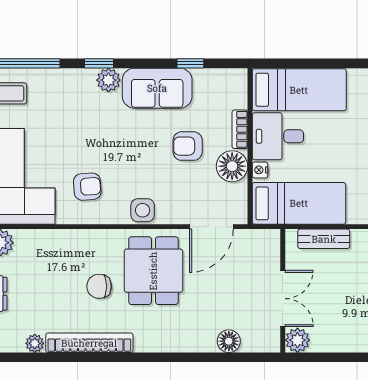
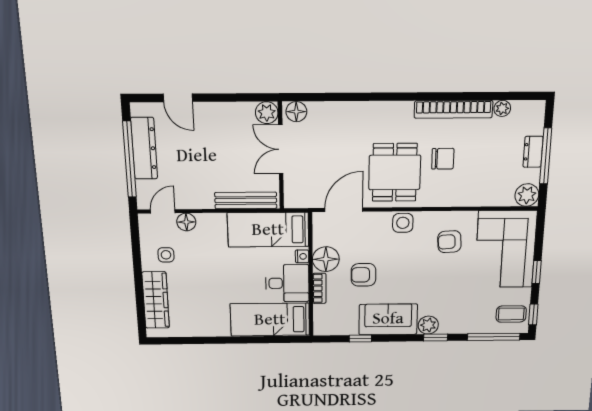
armchair: (188, 146) -> (363, 275), turned 180
bench: (324, 239) -> (246, 200), width x1.36
floor lamp: (229, 341) -> (296, 112), moved

